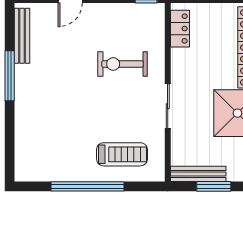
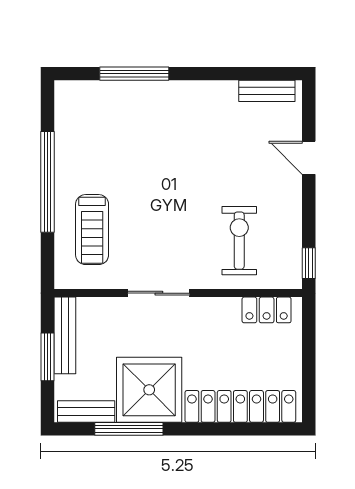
bench: (22, 36) -> (267, 91), width x0.73
exercise bike: (123, 64) -> (239, 241), moved
window: (10, 76) -> (134, 74), moved

